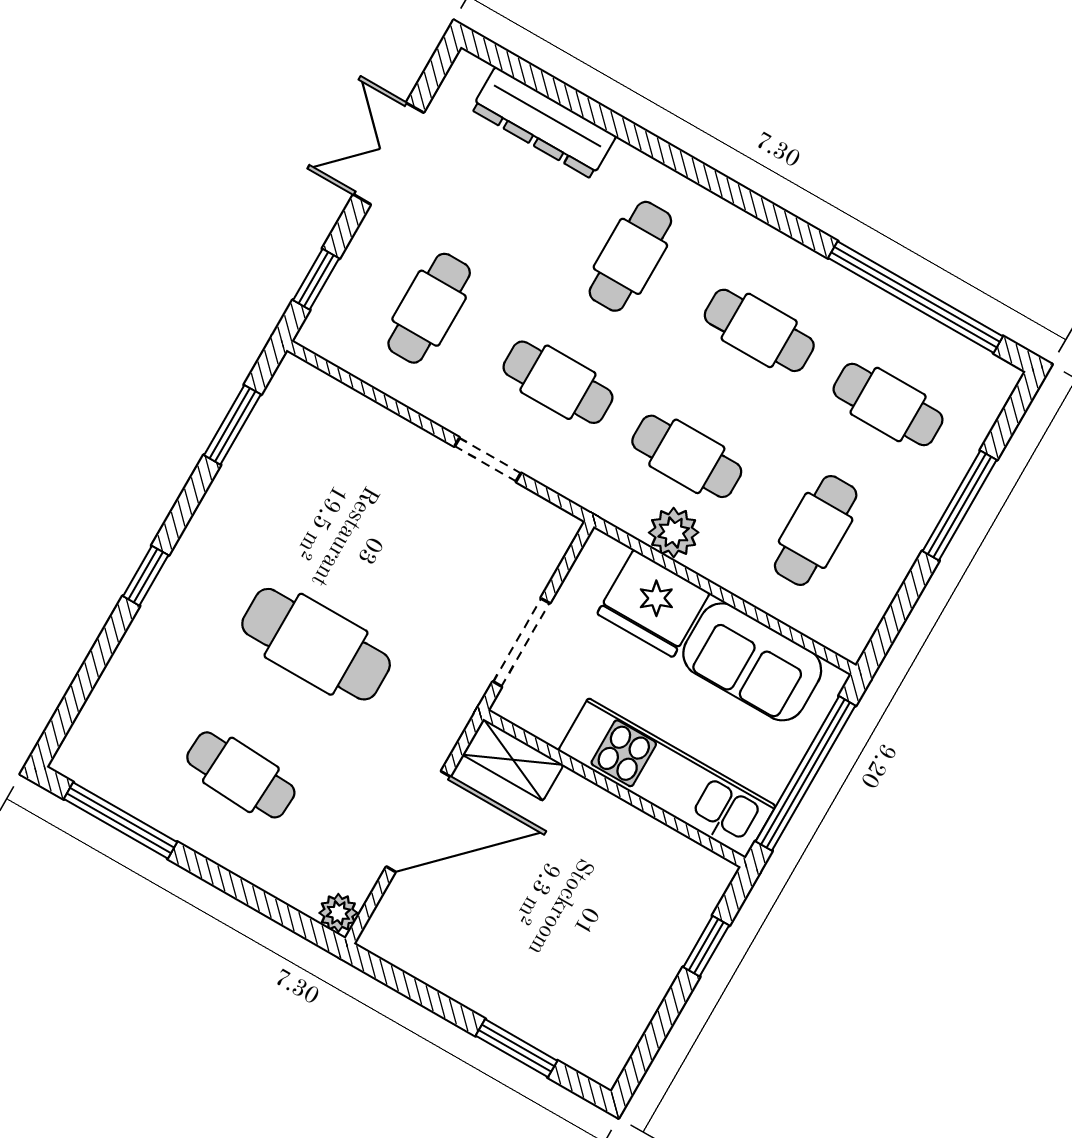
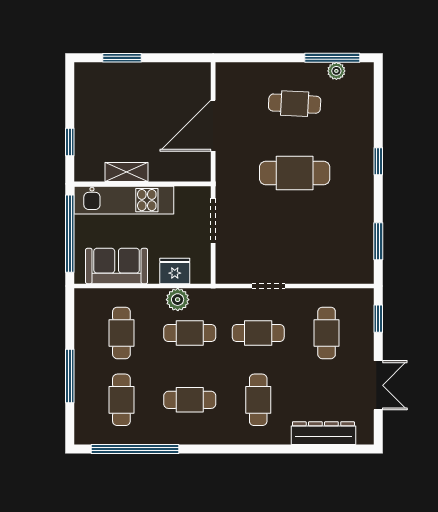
cafe table: (888, 404) -> (121, 400), turned 90
fridge: (653, 603) -> (175, 271), width x0.73, depth x0.75
shelving: (513, 760) -> (126, 172), moved
plant: (338, 913) -> (336, 71), moved

